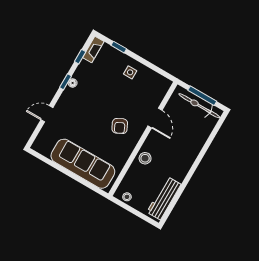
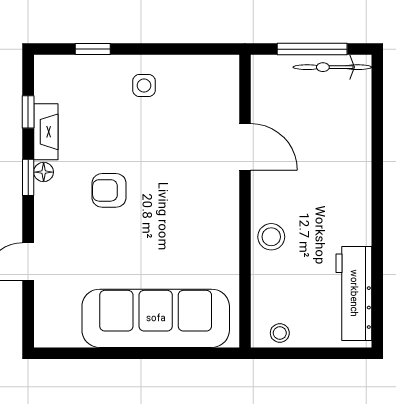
fireplace: (93, 49) -> (46, 132), moved
bicycle: (199, 106) -> (332, 67), width x0.73, depth x0.71
armchair: (120, 126) -> (109, 190), moved, turned 116

